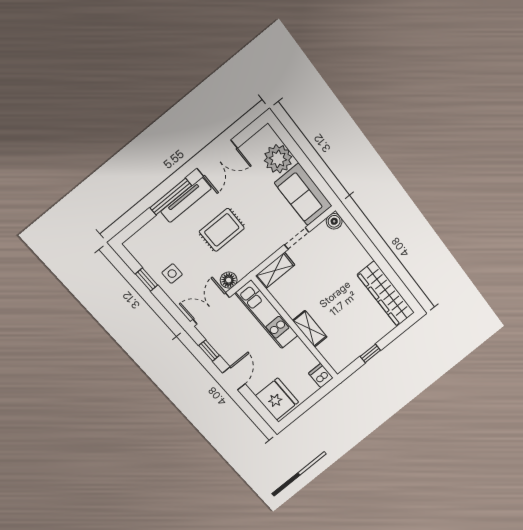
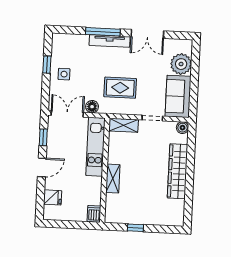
rug: (222, 230) -> (120, 88), moved
wardrobe: (386, 294) -> (178, 171), moved
fridge: (277, 399) -> (53, 197), width x0.53, depth x0.75

